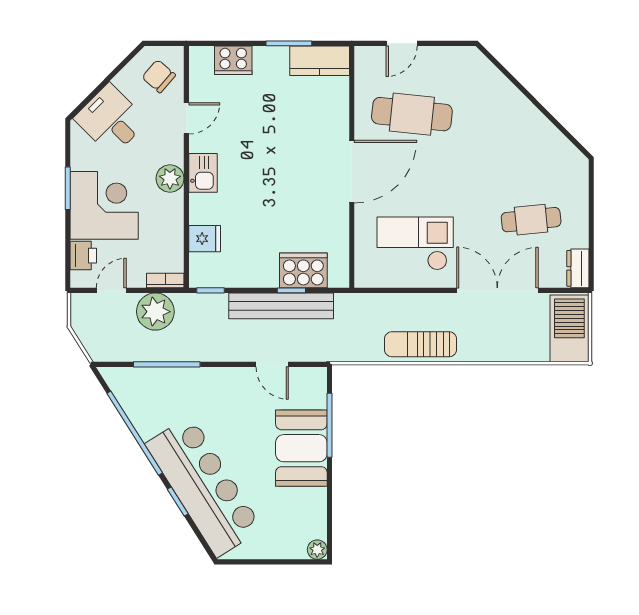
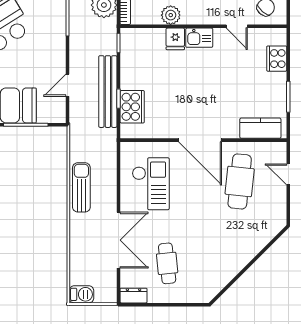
kitchen counter: (320, 61) -> (260, 128), moved, turned 90
plant: (170, 178) -> (171, 15), moved
fridge: (205, 239) -> (175, 39), moved
barbecue: (569, 328) -> (81, 294), width x0.53, depth x0.65

